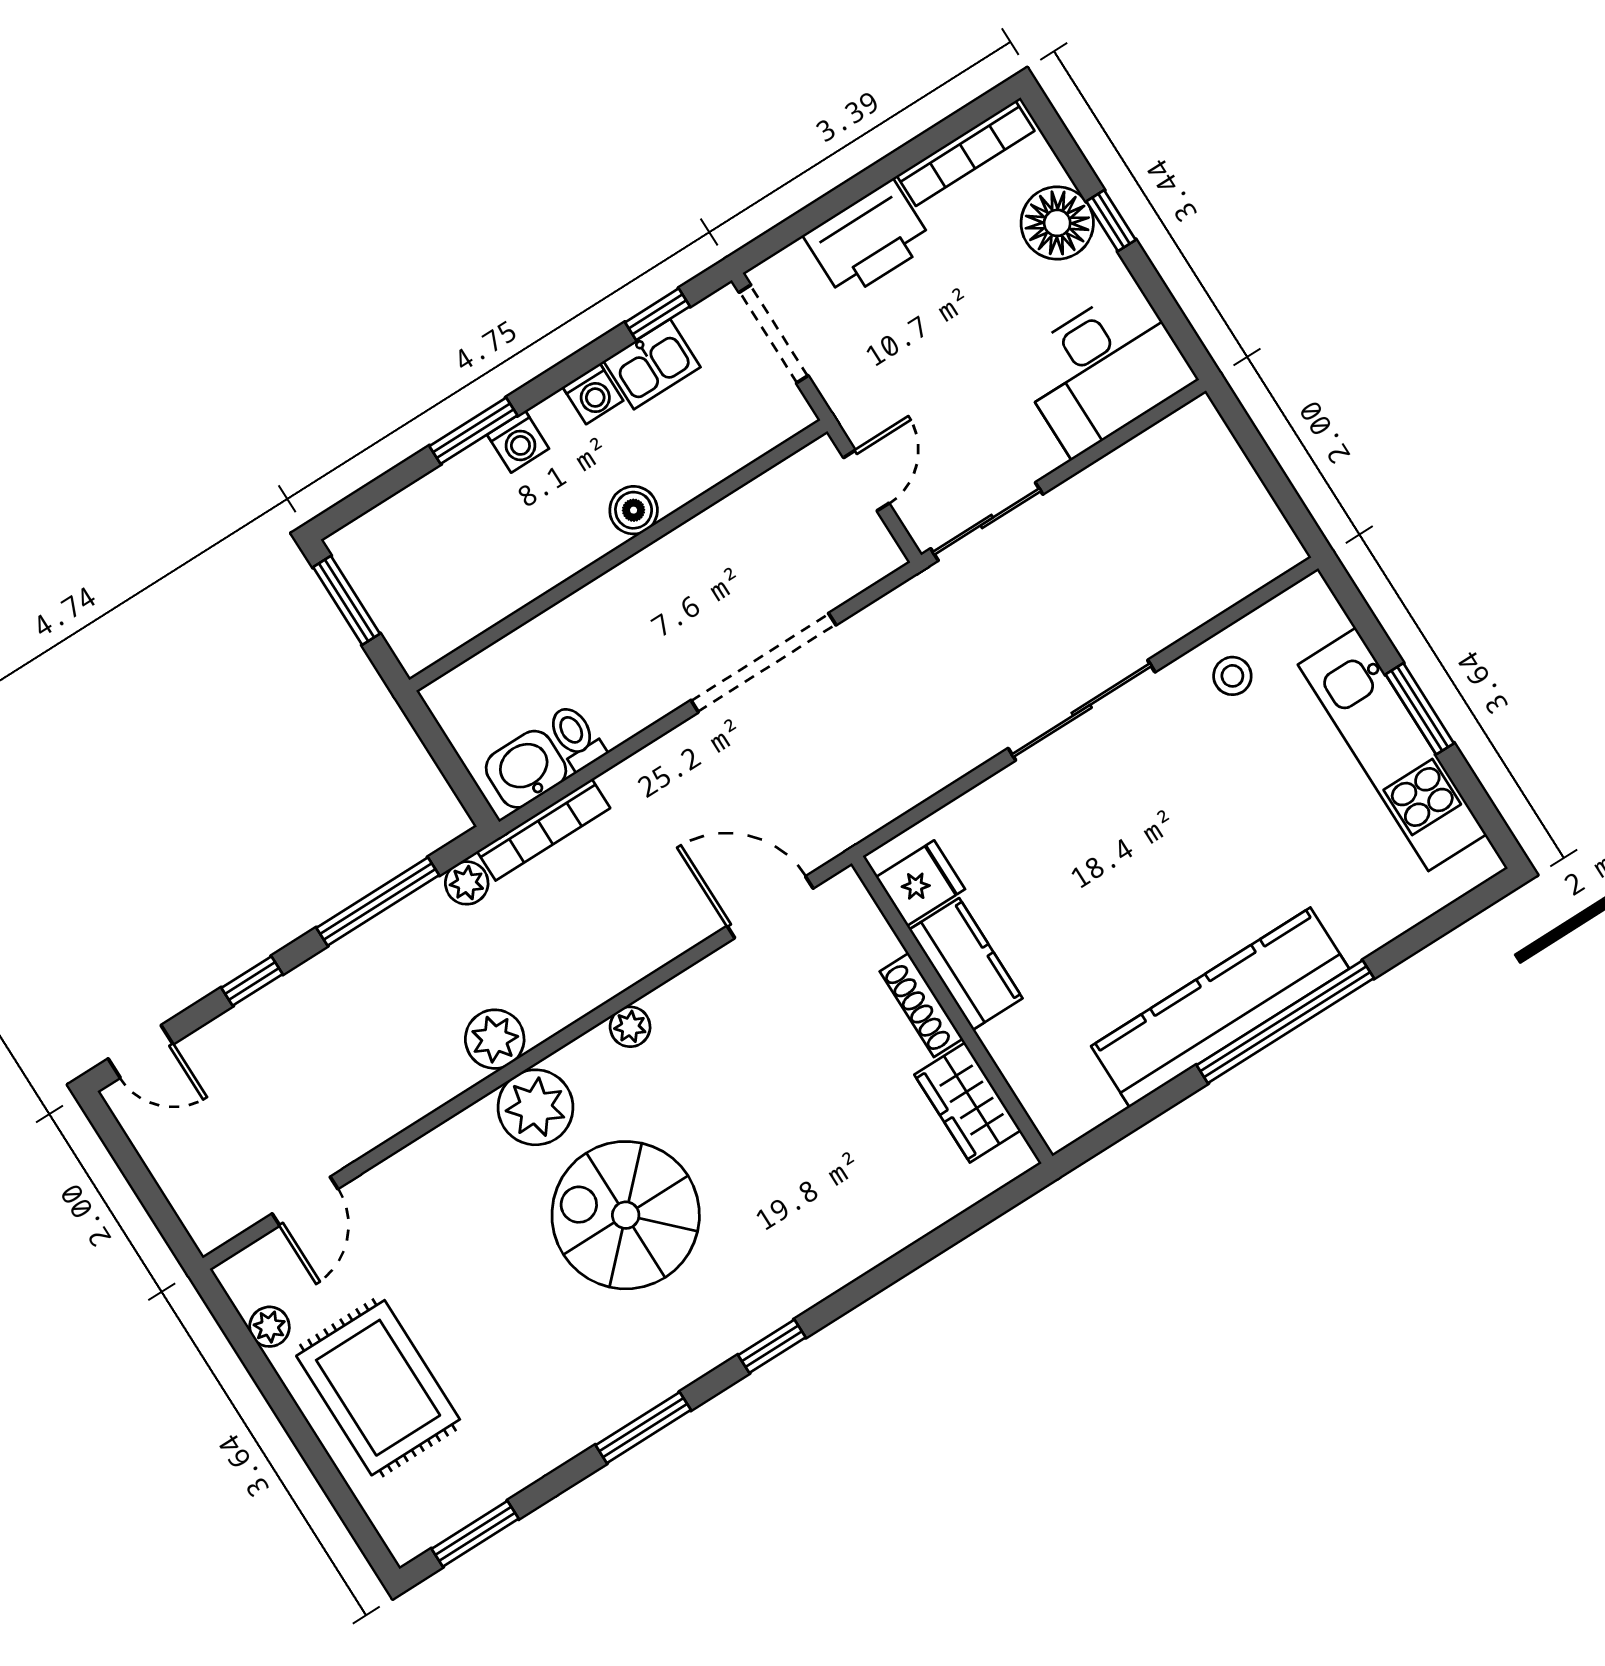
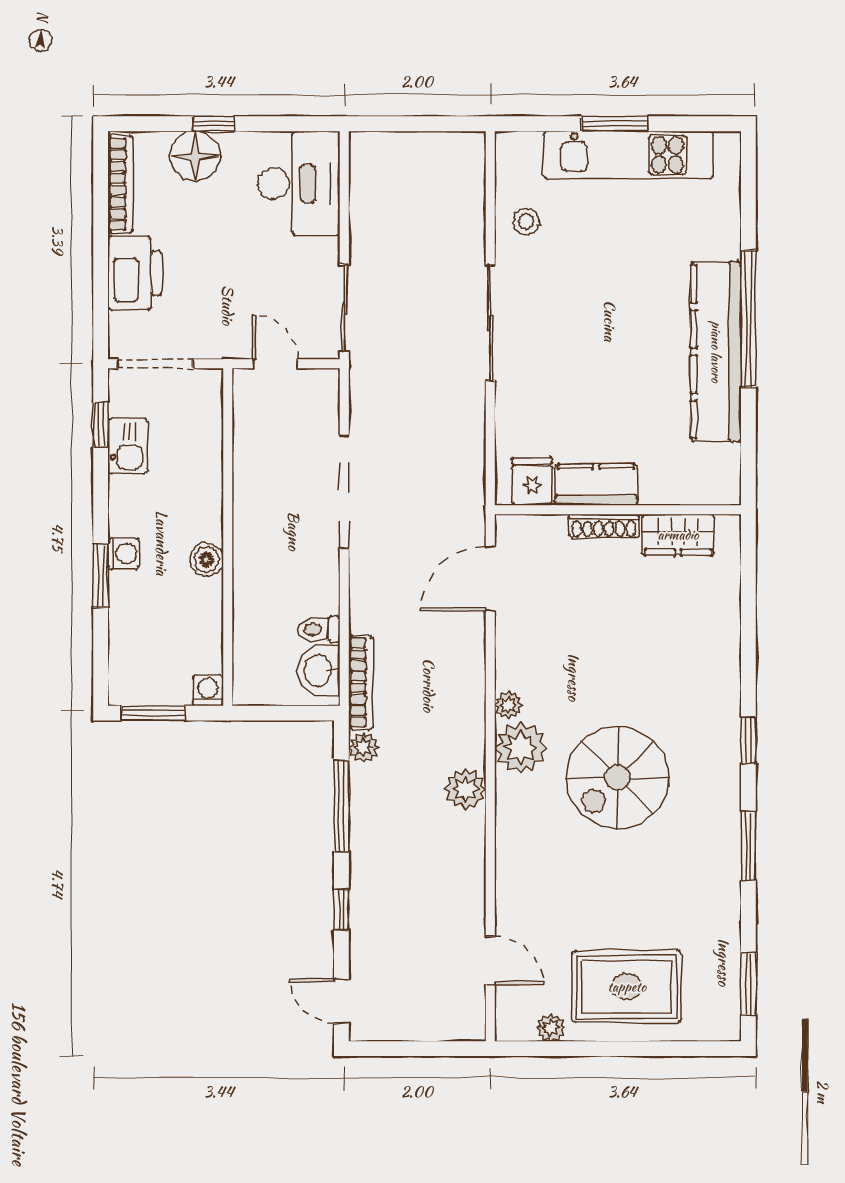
washing machine: (593, 394) -> (208, 690), moved, turned -90
boiler: (634, 510) -> (207, 560), moved
door: (141, 1051) -> (341, 1001), swing flipped
plant: (536, 1107) -> (521, 748), moved

